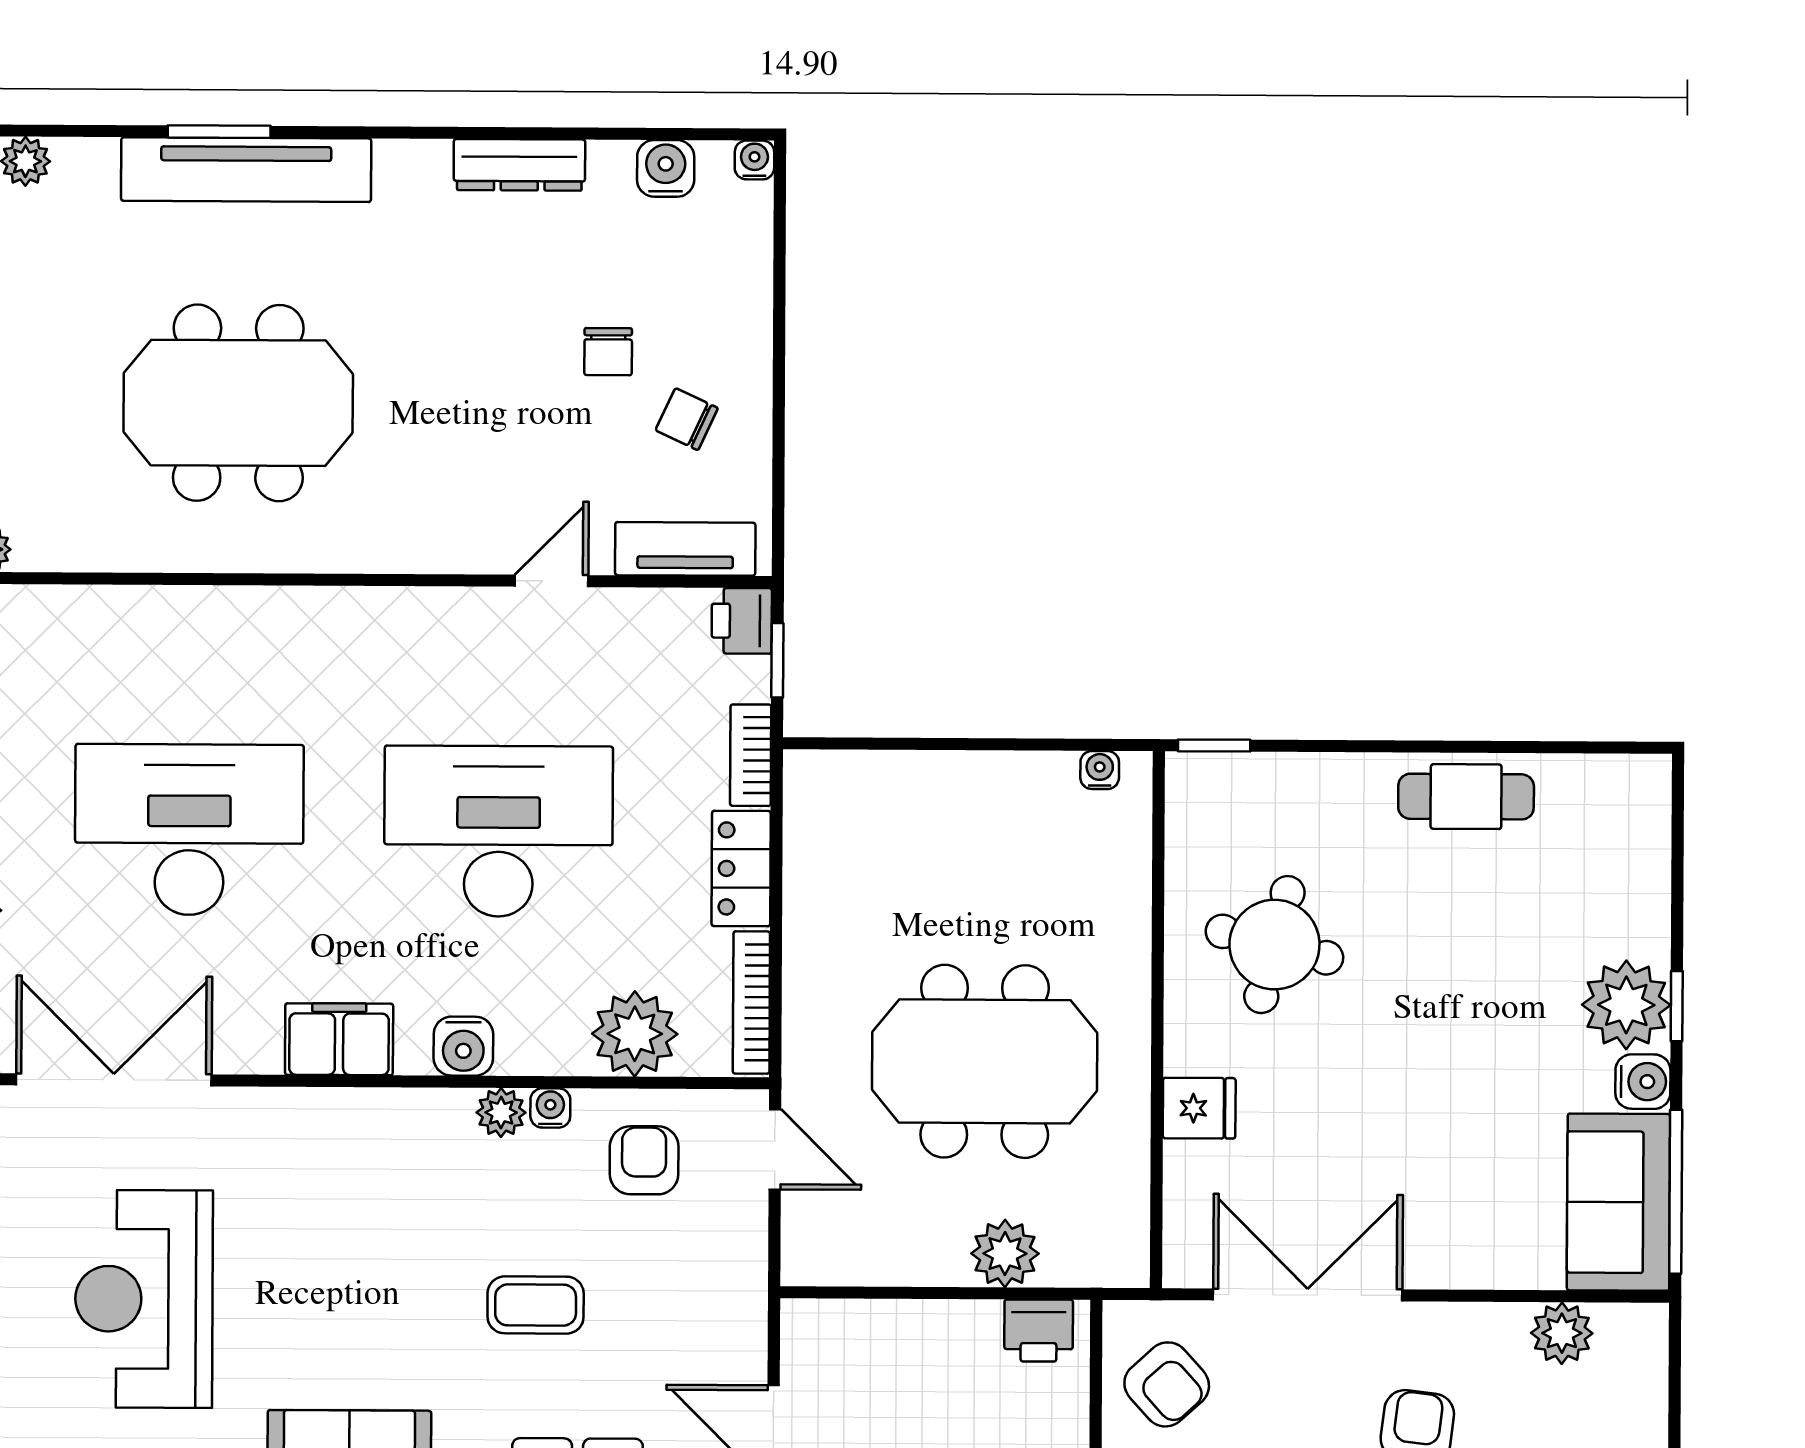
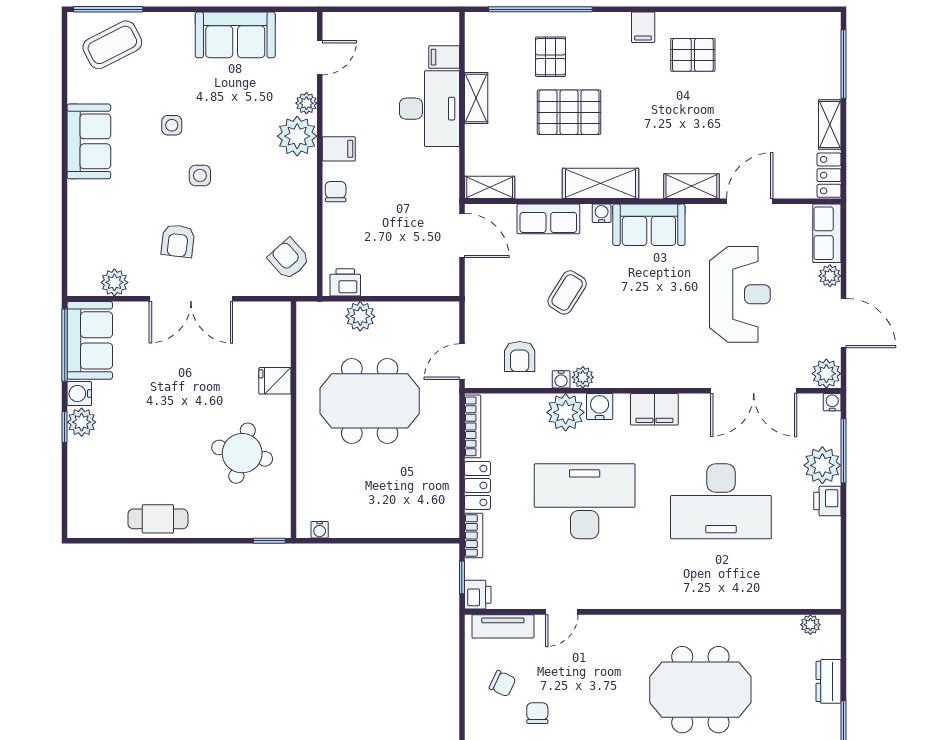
desk: (498, 831) -> (585, 501), turned 180
plant: (1626, 1005) -> (82, 422), width x0.73, depth x0.73
plant: (635, 1034) -> (566, 412), moved
door: (775, 1149) -> (462, 362), hinge flipped
double door: (1308, 1295) -> (191, 299), moved
coffee table: (536, 1305) -> (567, 292), turned -58

